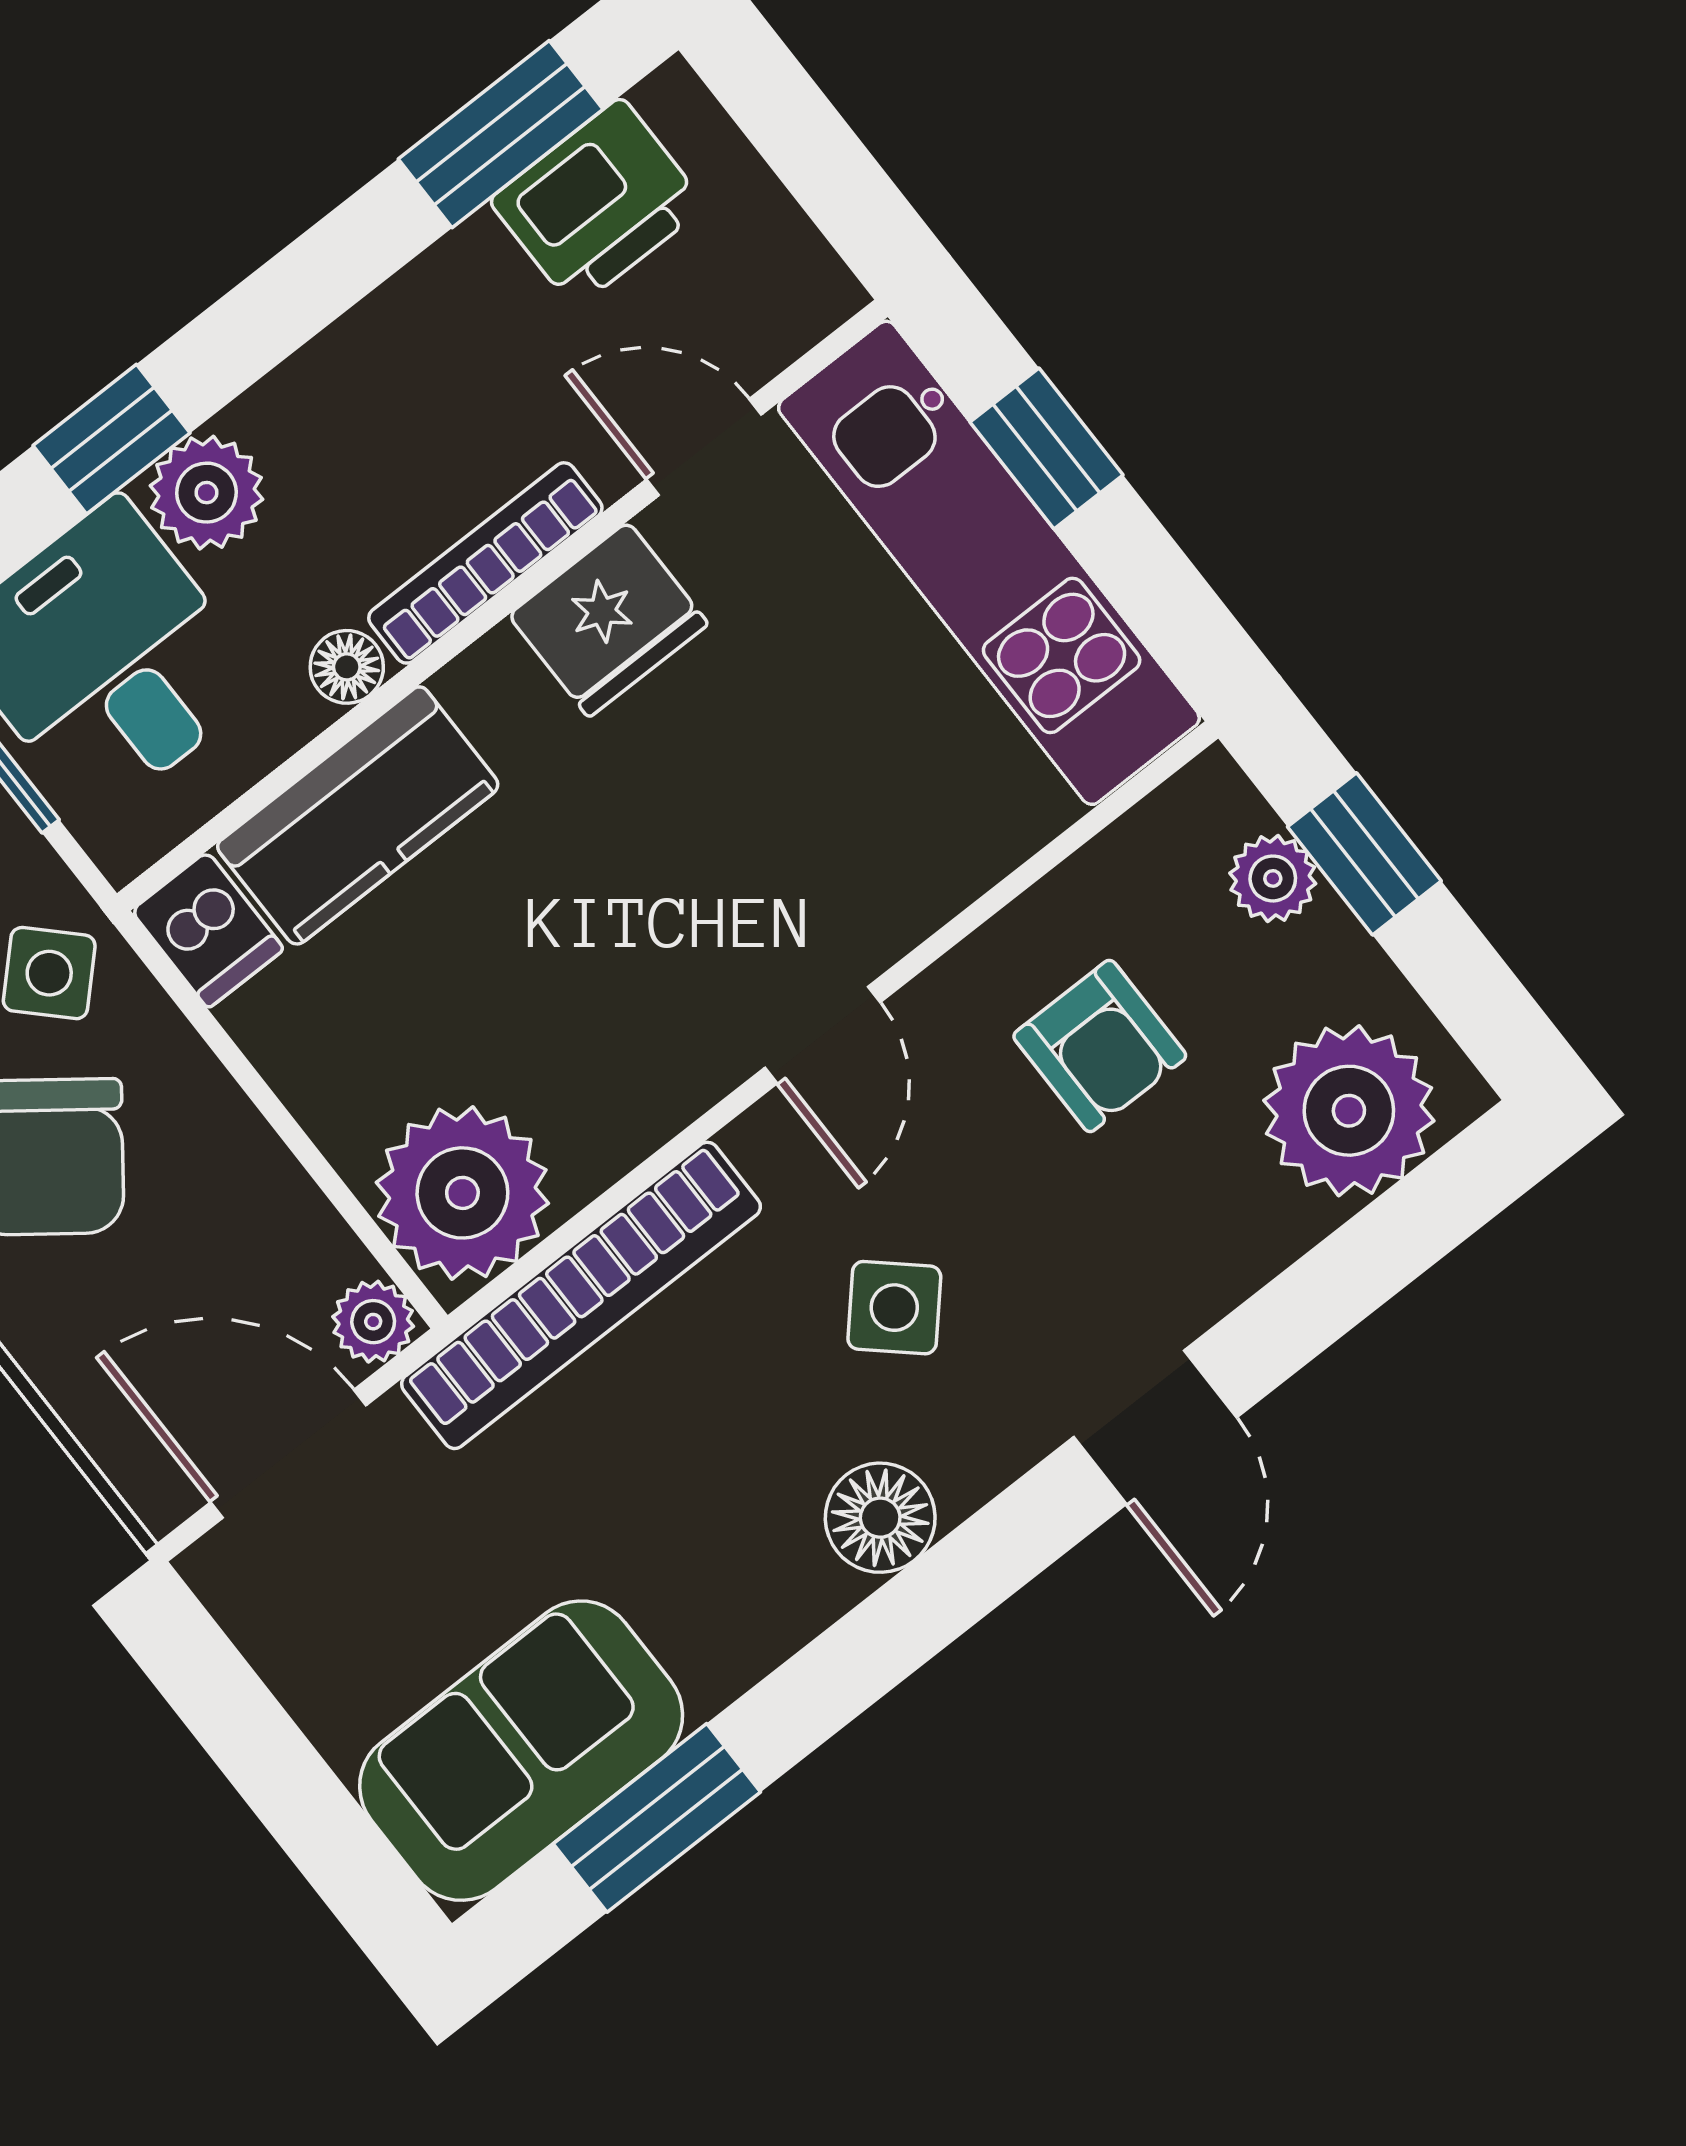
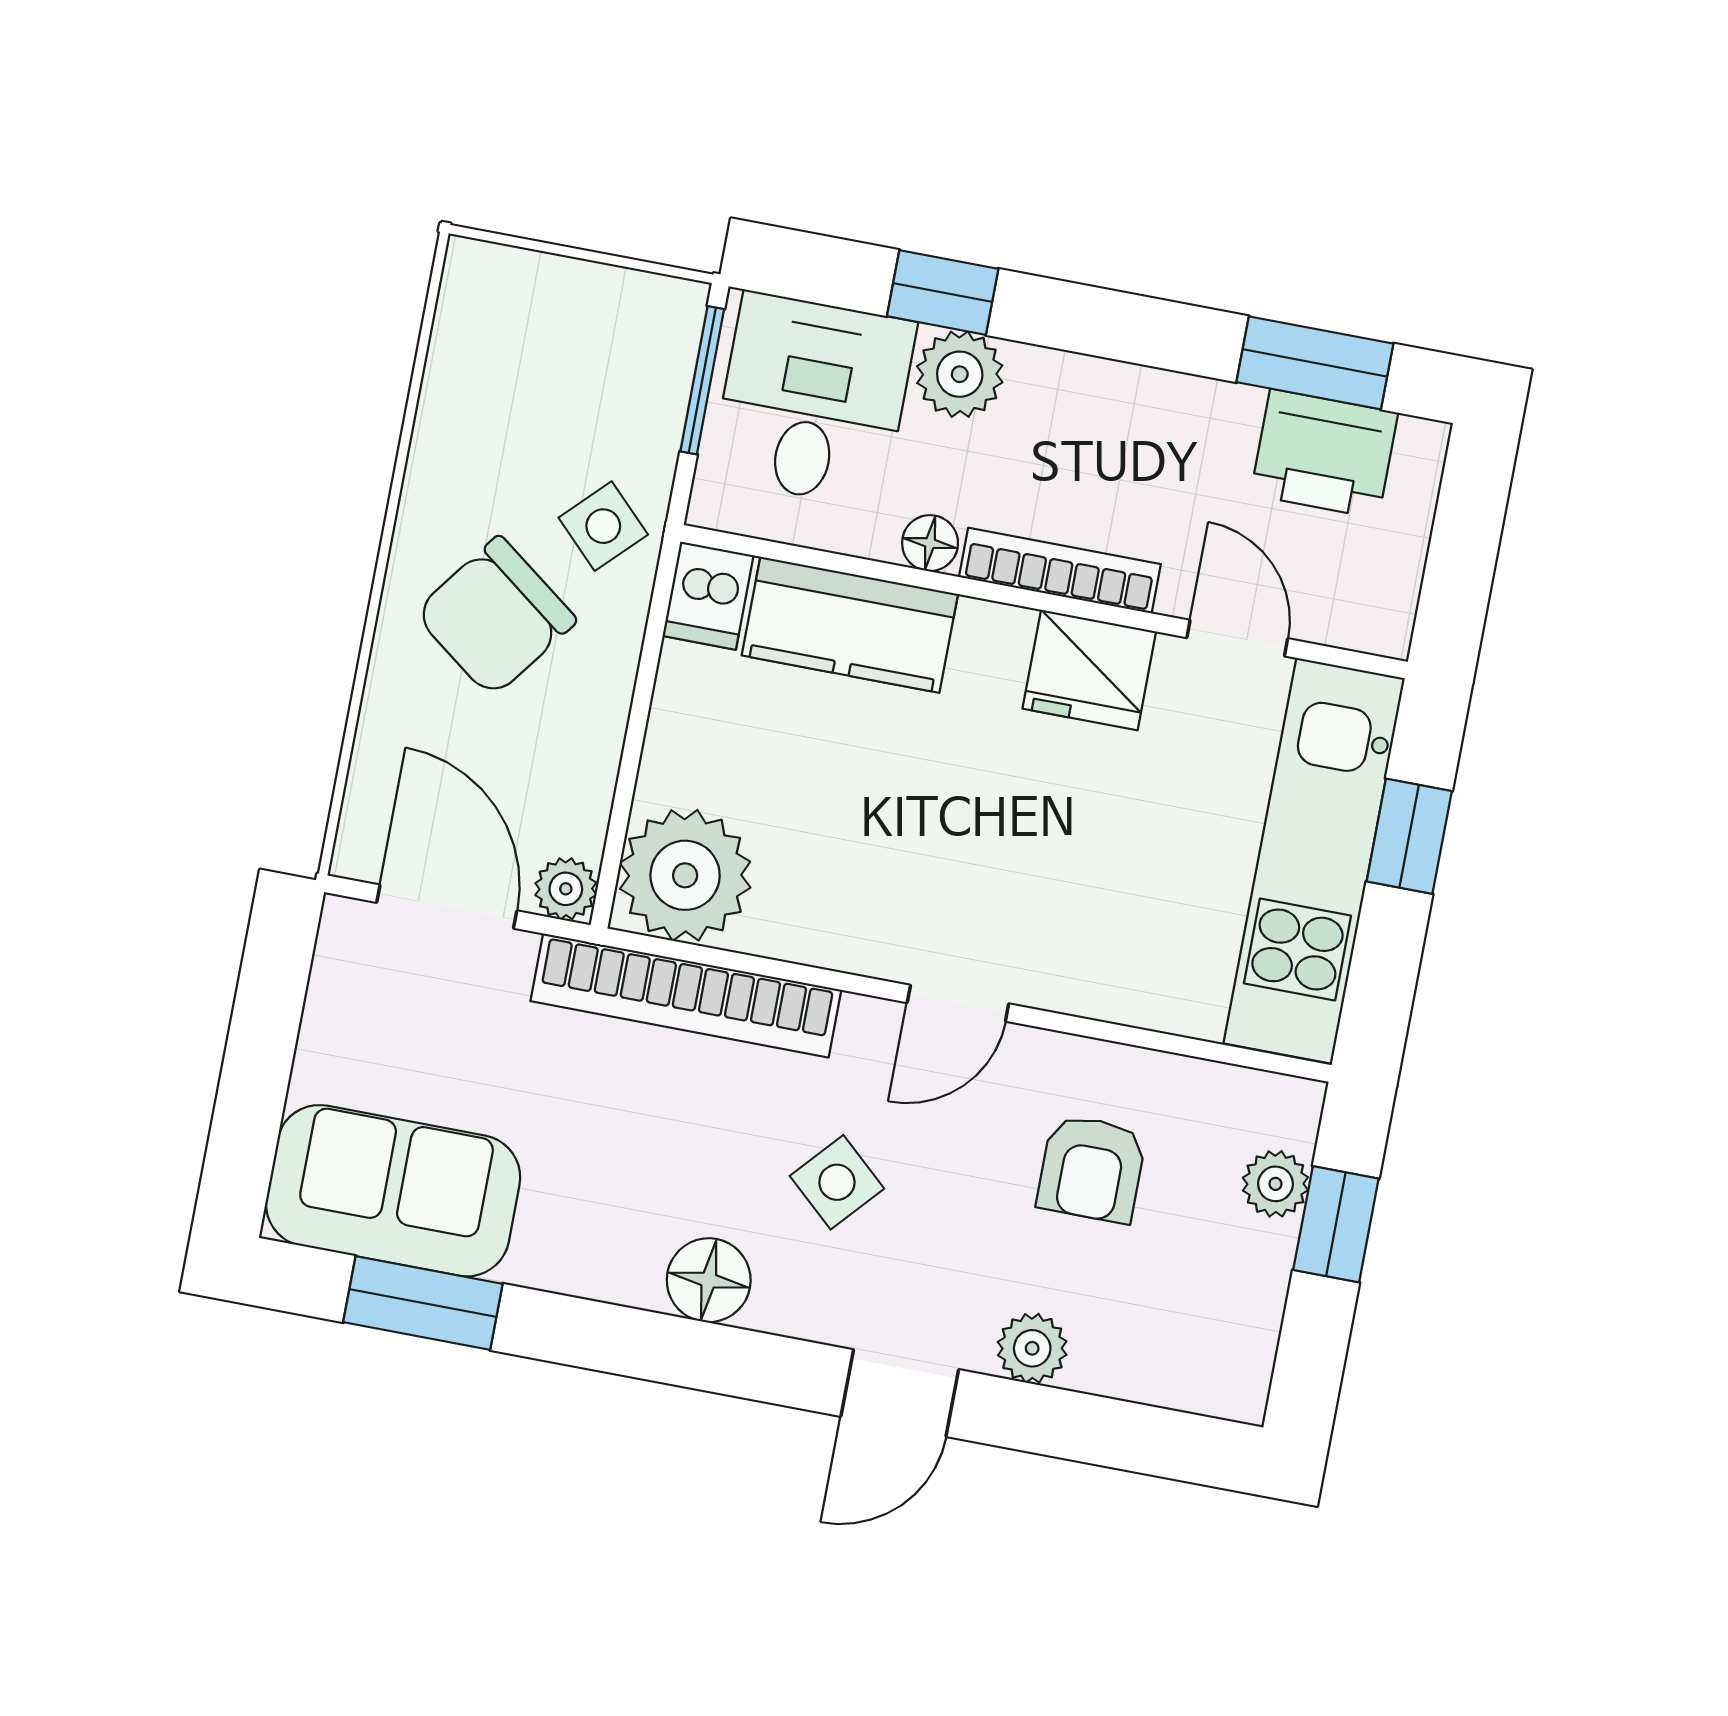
plant: (1349, 1111) -> (1032, 1348), moved, width x0.53, depth x0.53

